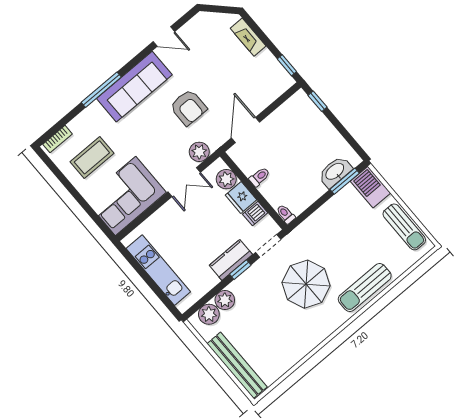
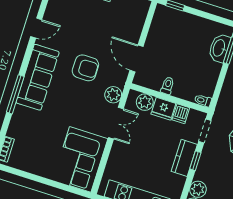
coffee table: (92, 157) -> (39, 147), removed

